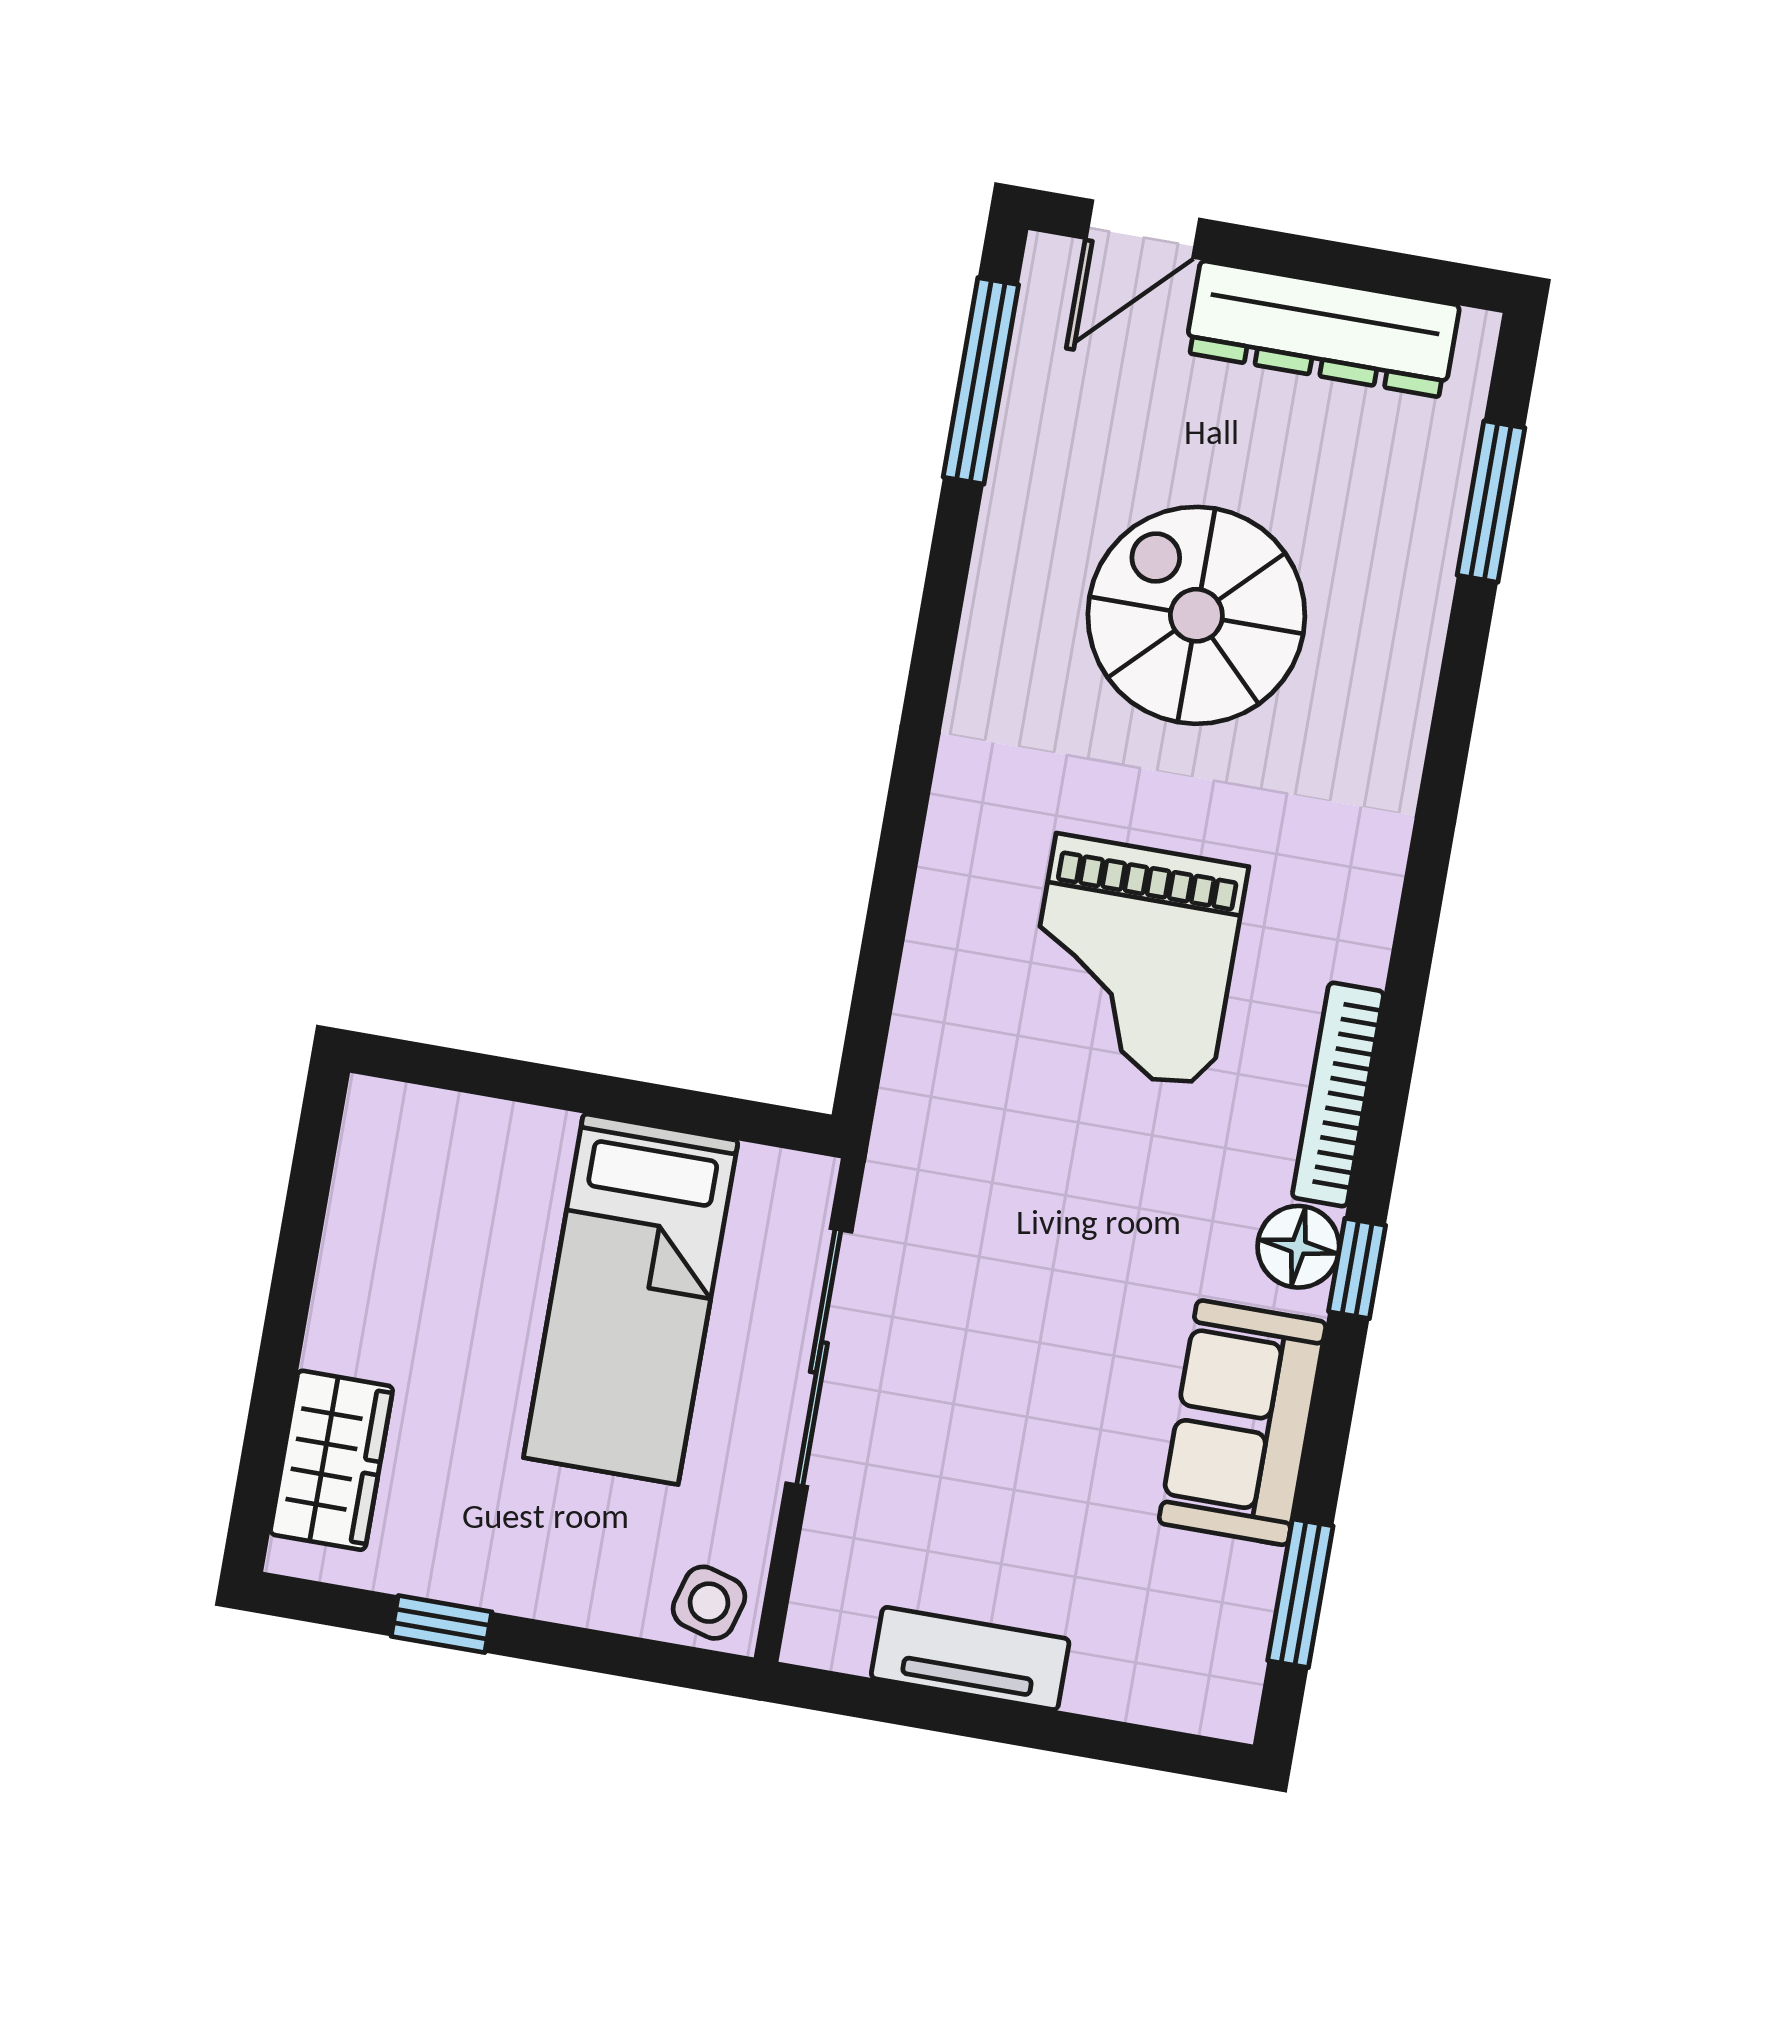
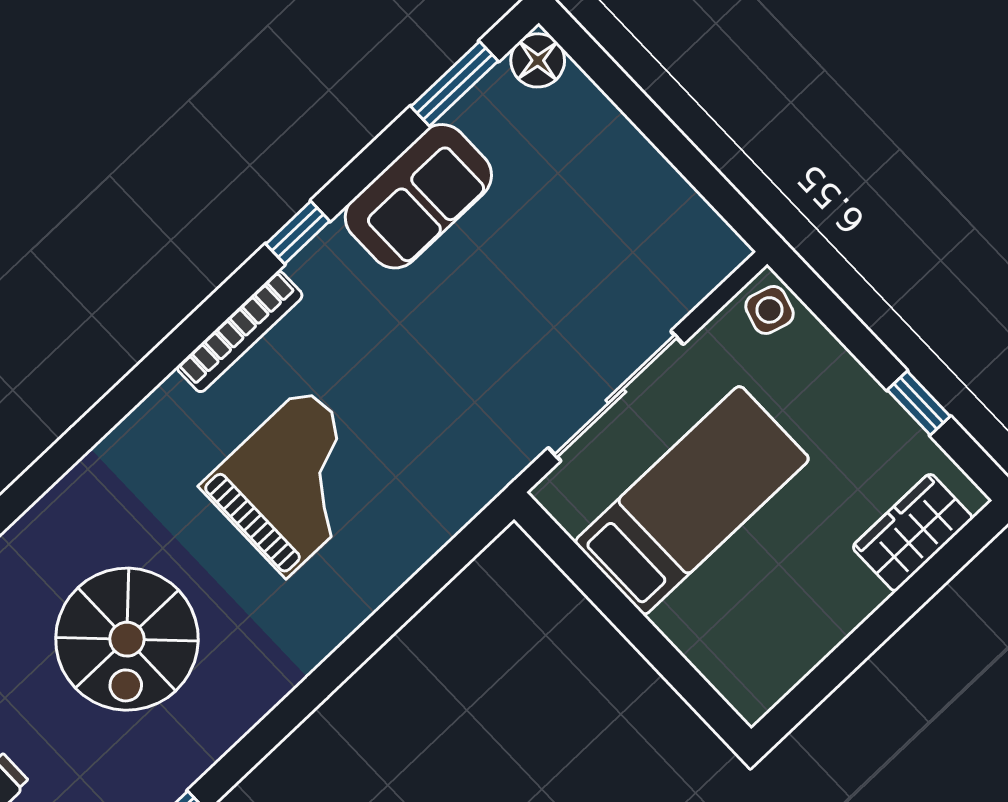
floor lamp: (1298, 1247) -> (538, 60), moved
tv unit: (970, 1658) -> (654, 179), removed

